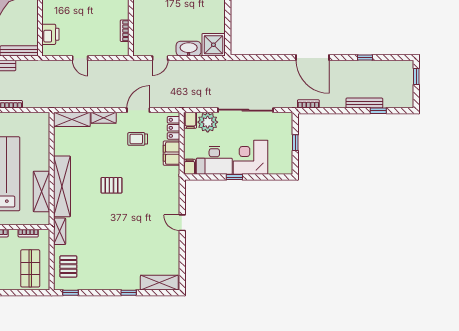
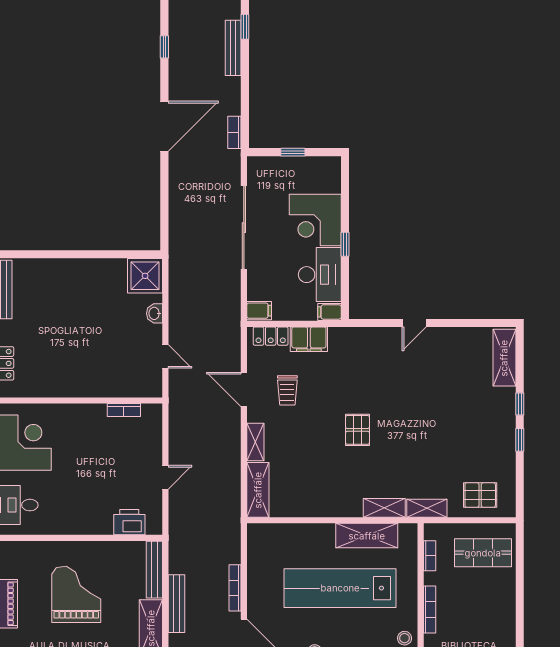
washbasin: (189, 49) -> (155, 313), width x0.52, depth x0.69
plant: (208, 122) -> (262, 285), removed
shelving: (62, 186) -> (384, 508), width x0.45, depth x0.75
window: (70, 293) -> (520, 440), moved

